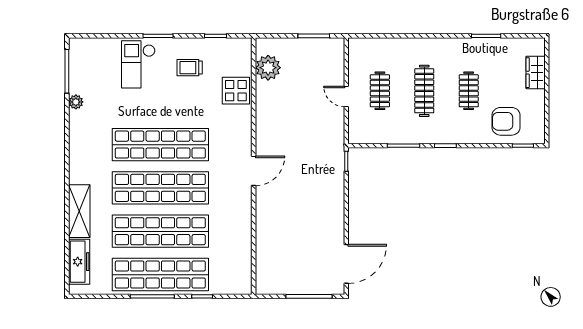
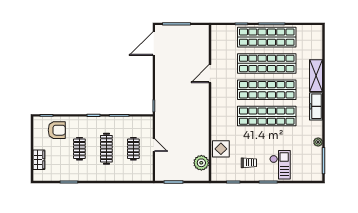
door: (254, 171) -> (210, 74), moved
freezer: (79, 262) -> (316, 106), moved

